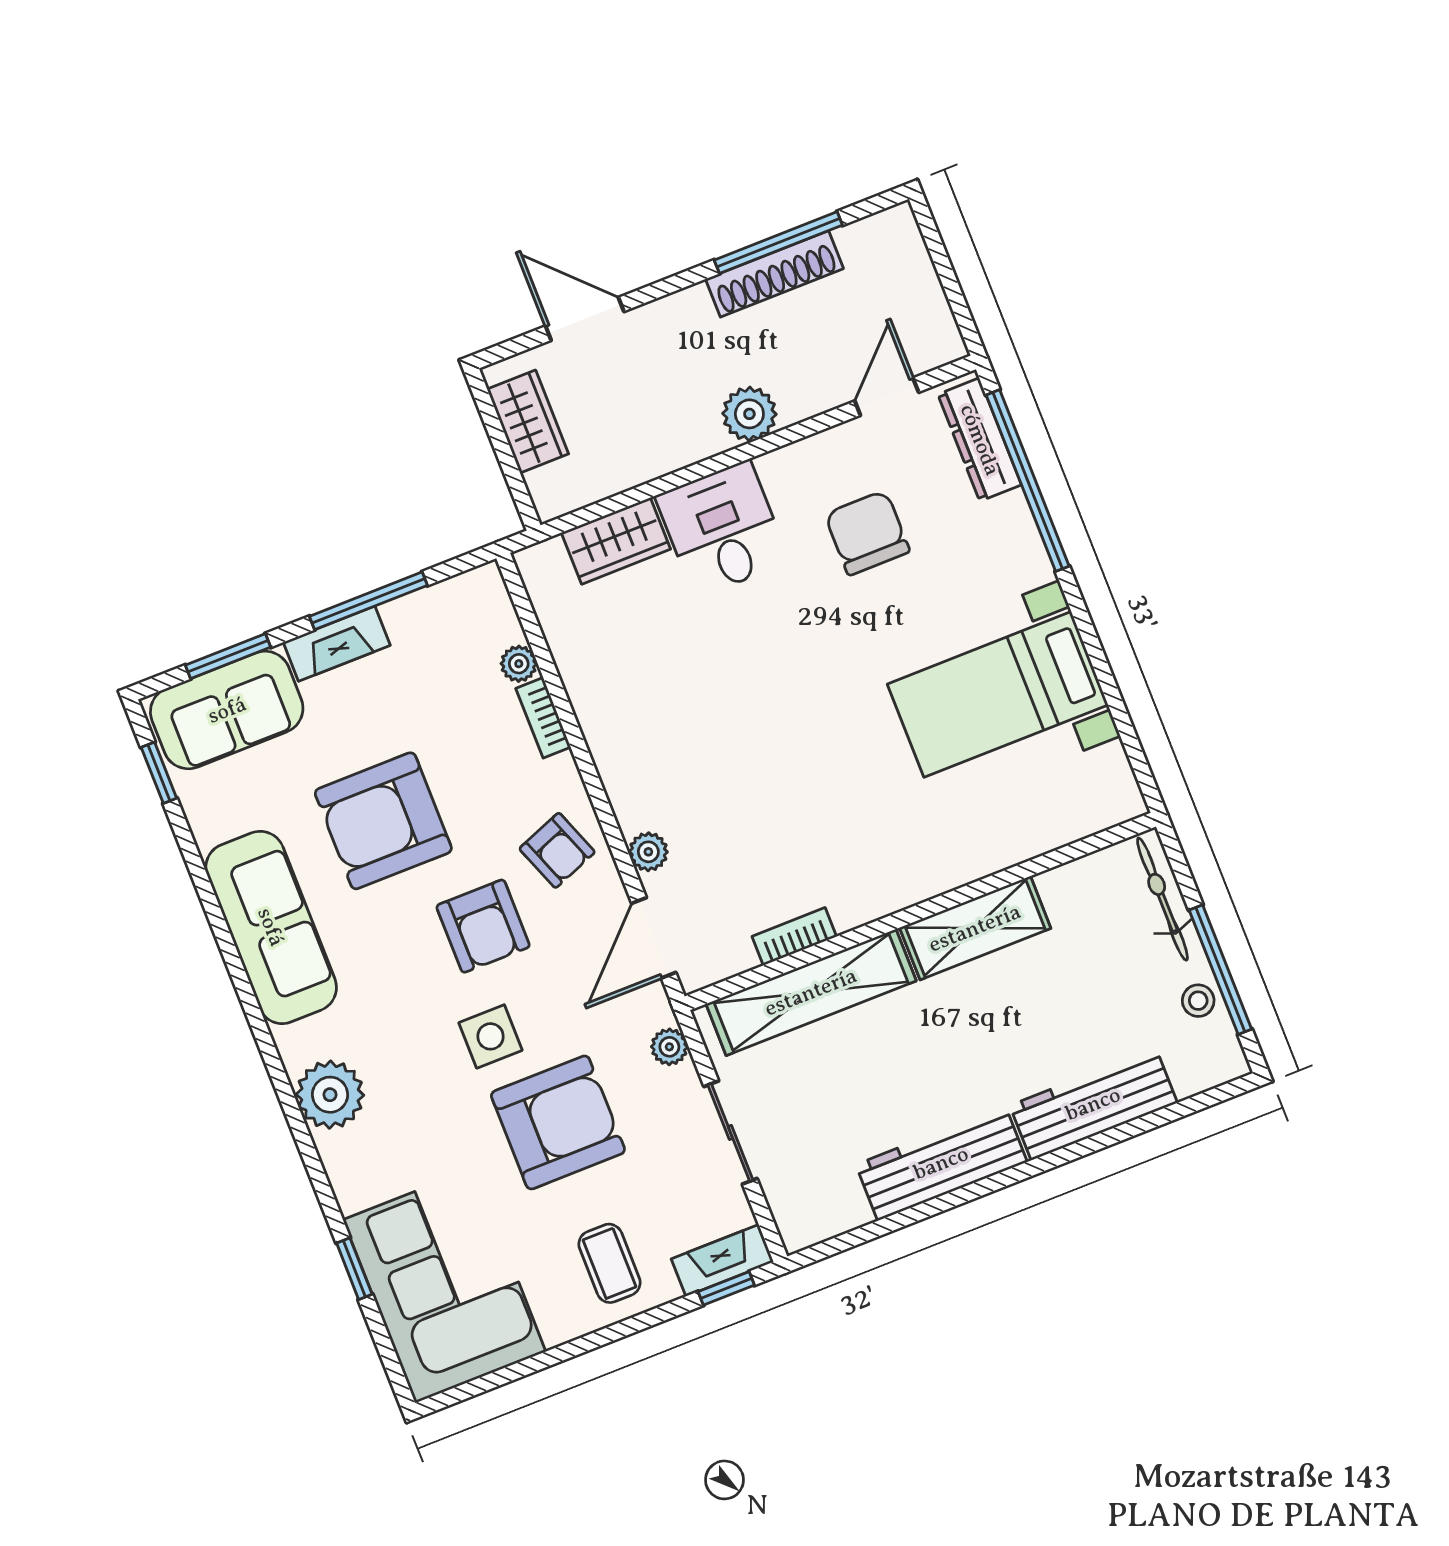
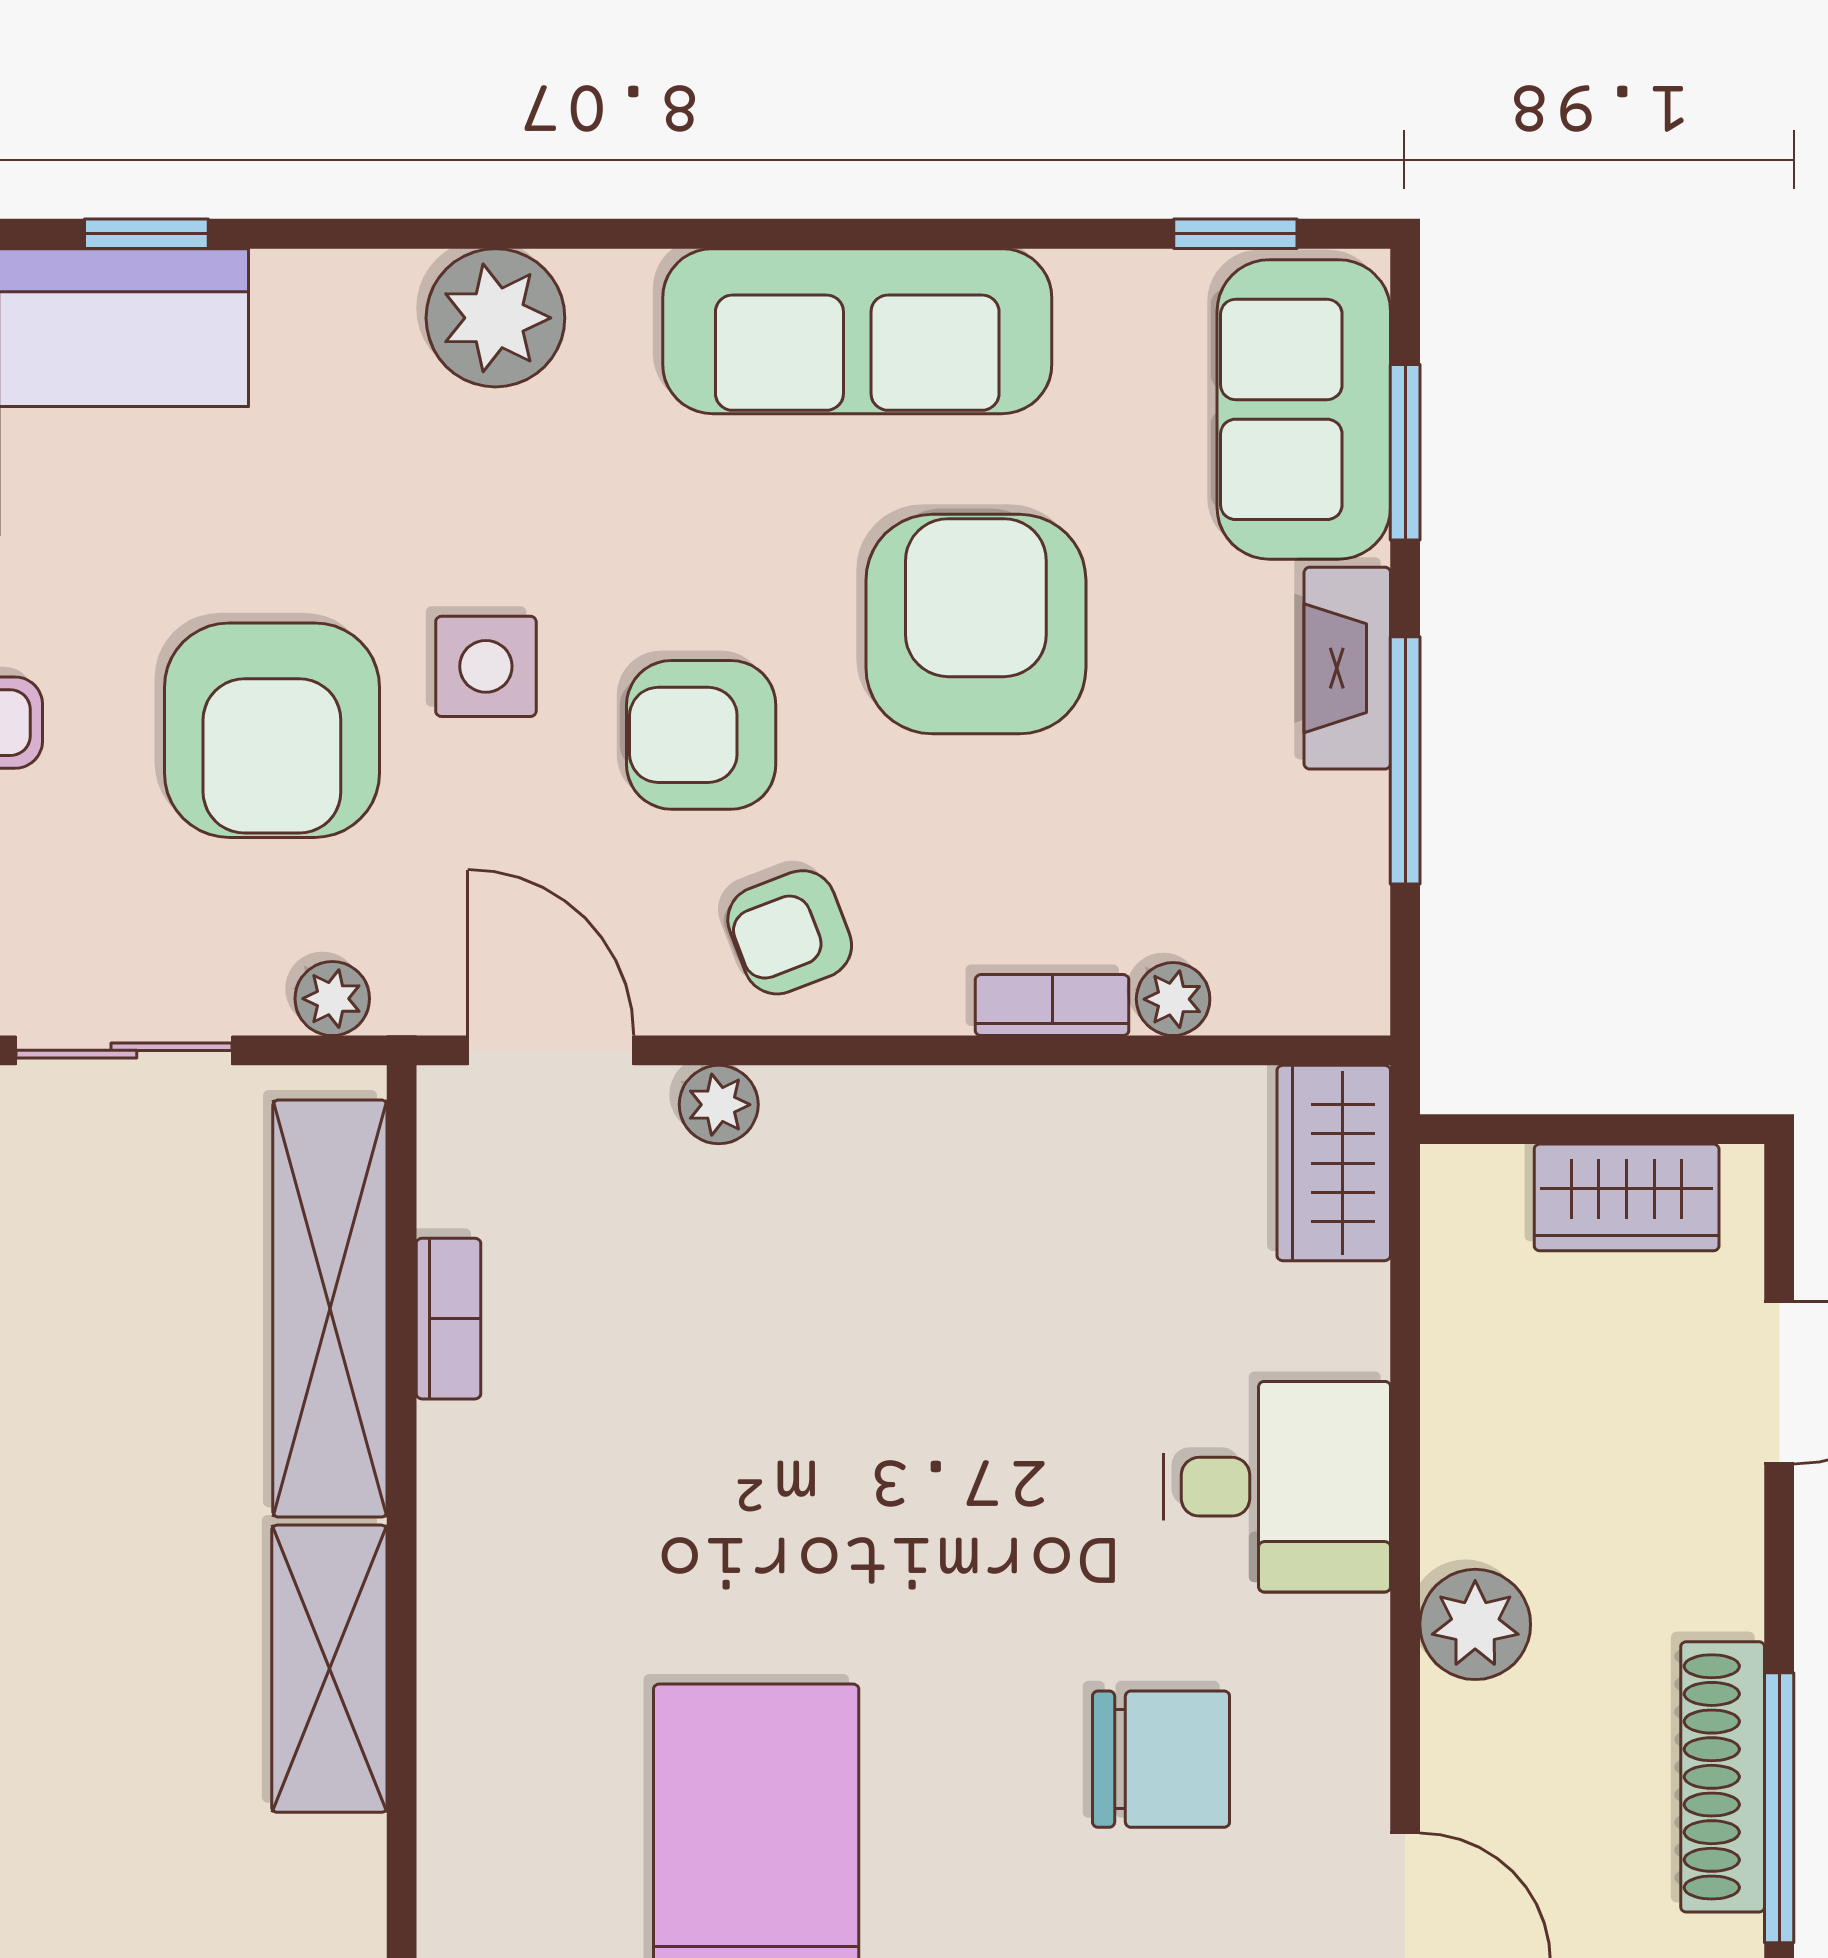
wardrobe: (616, 541) -> (1334, 1163), moved

